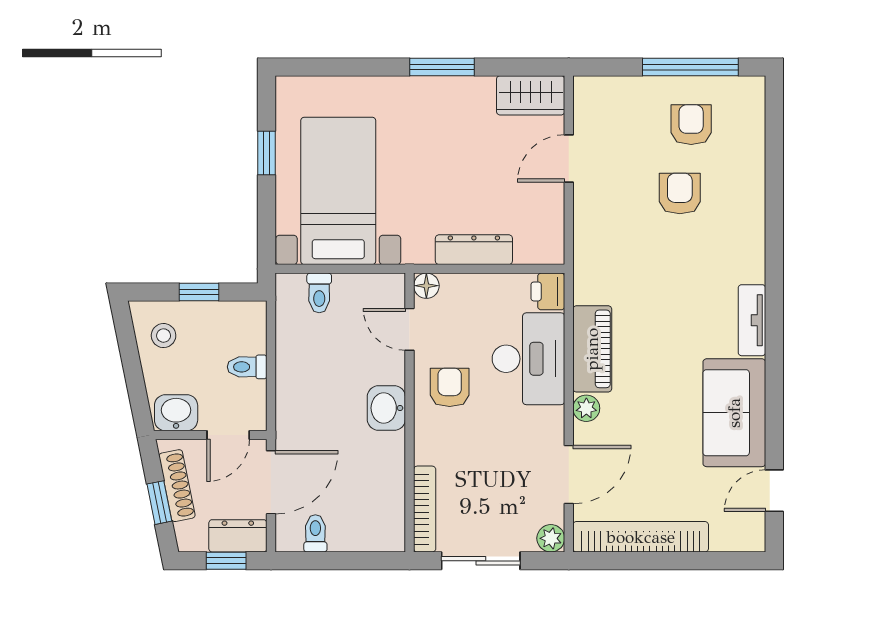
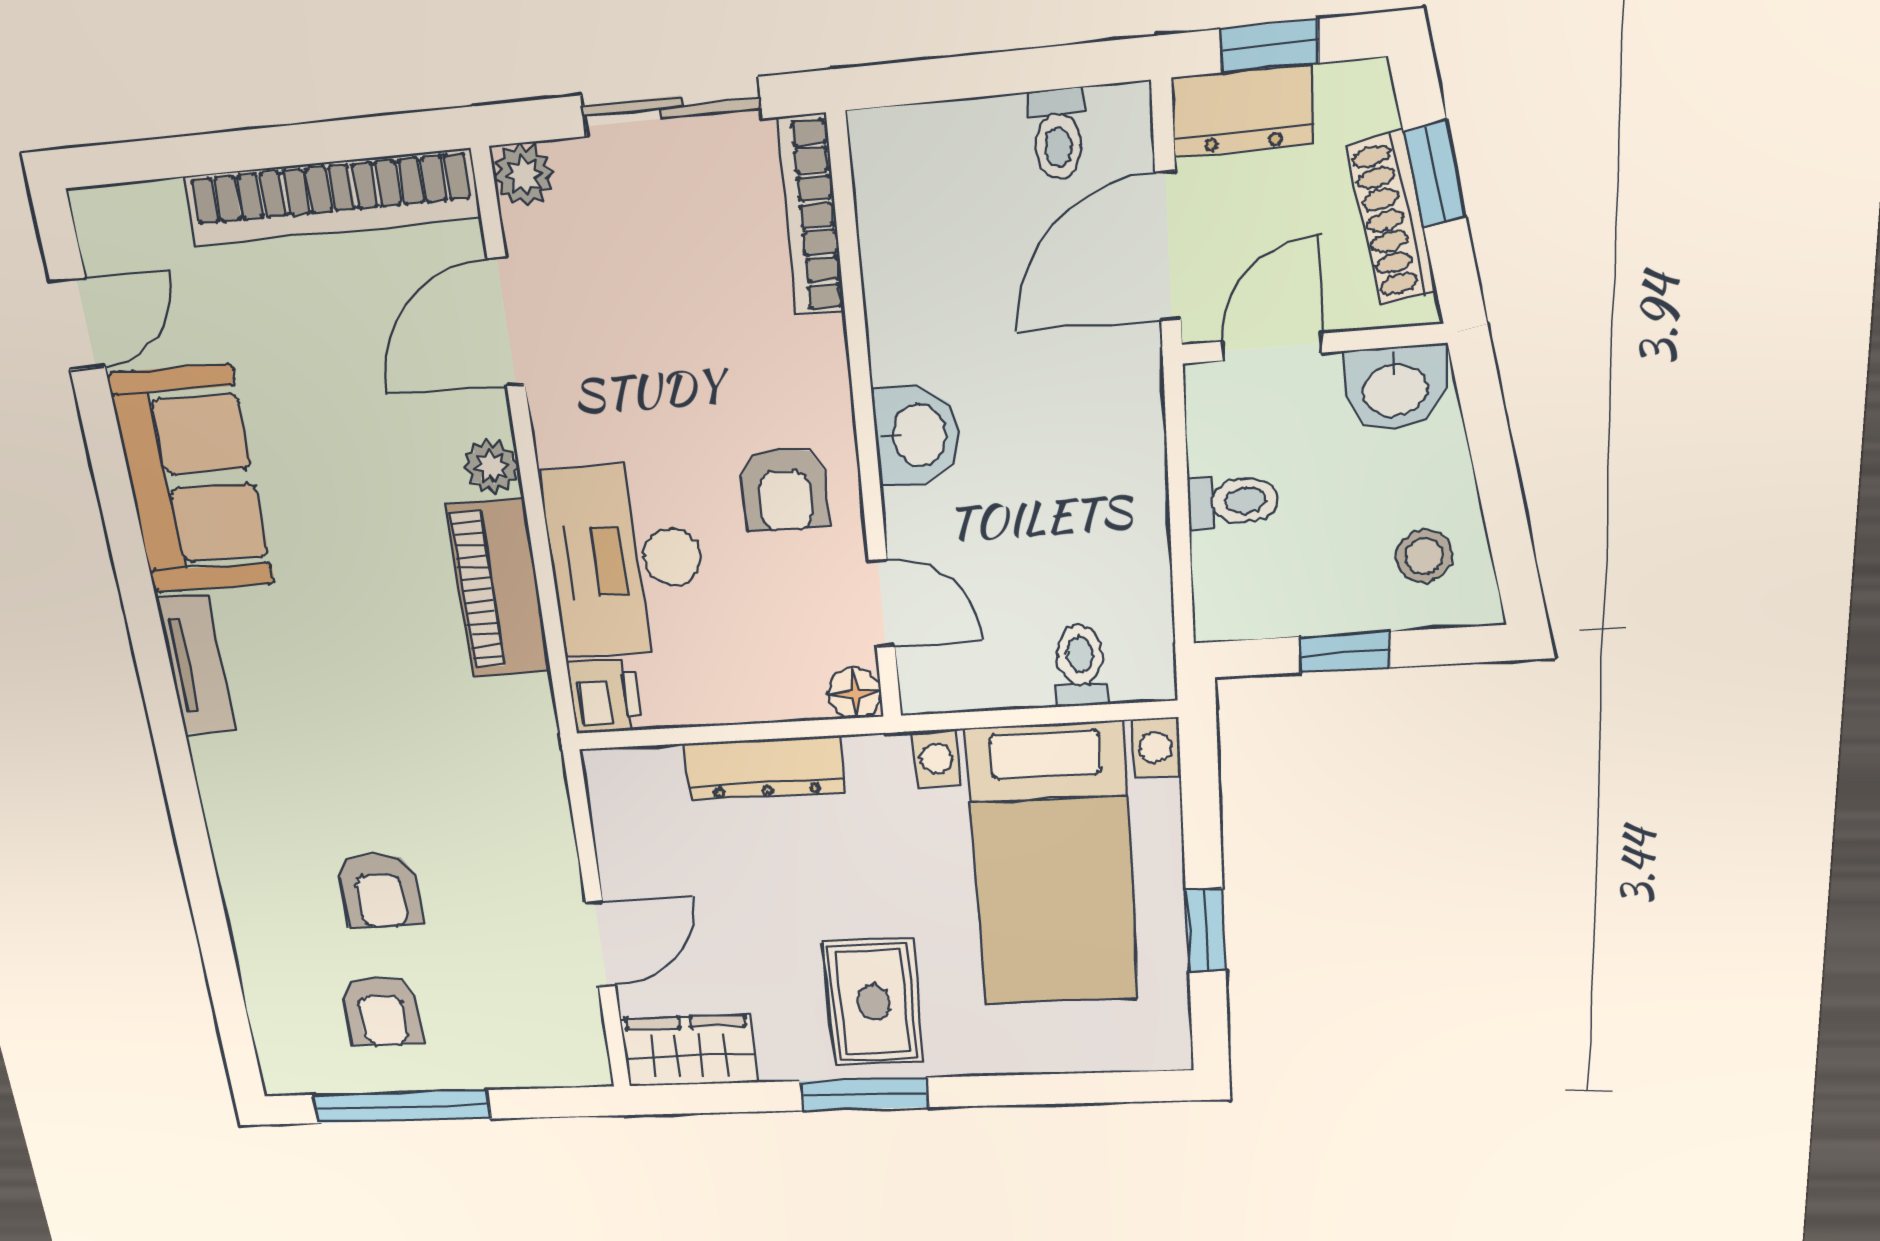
rug: (433, 120) -> (873, 1002), added

